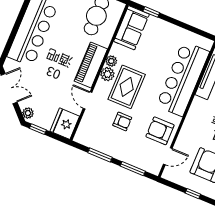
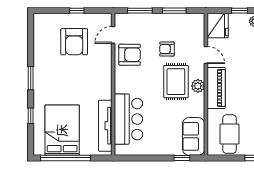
plant: (111, 61) -> (199, 99), removed
bar counter: (183, 79) -> (128, 119), width x0.73

